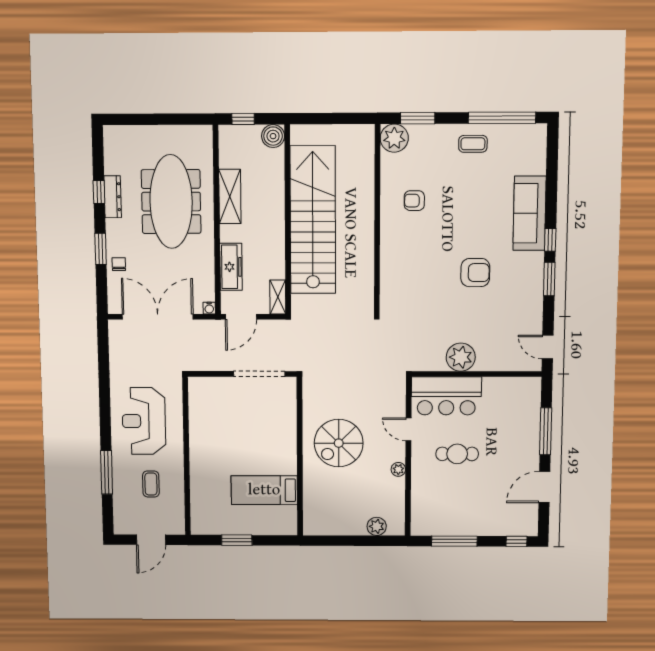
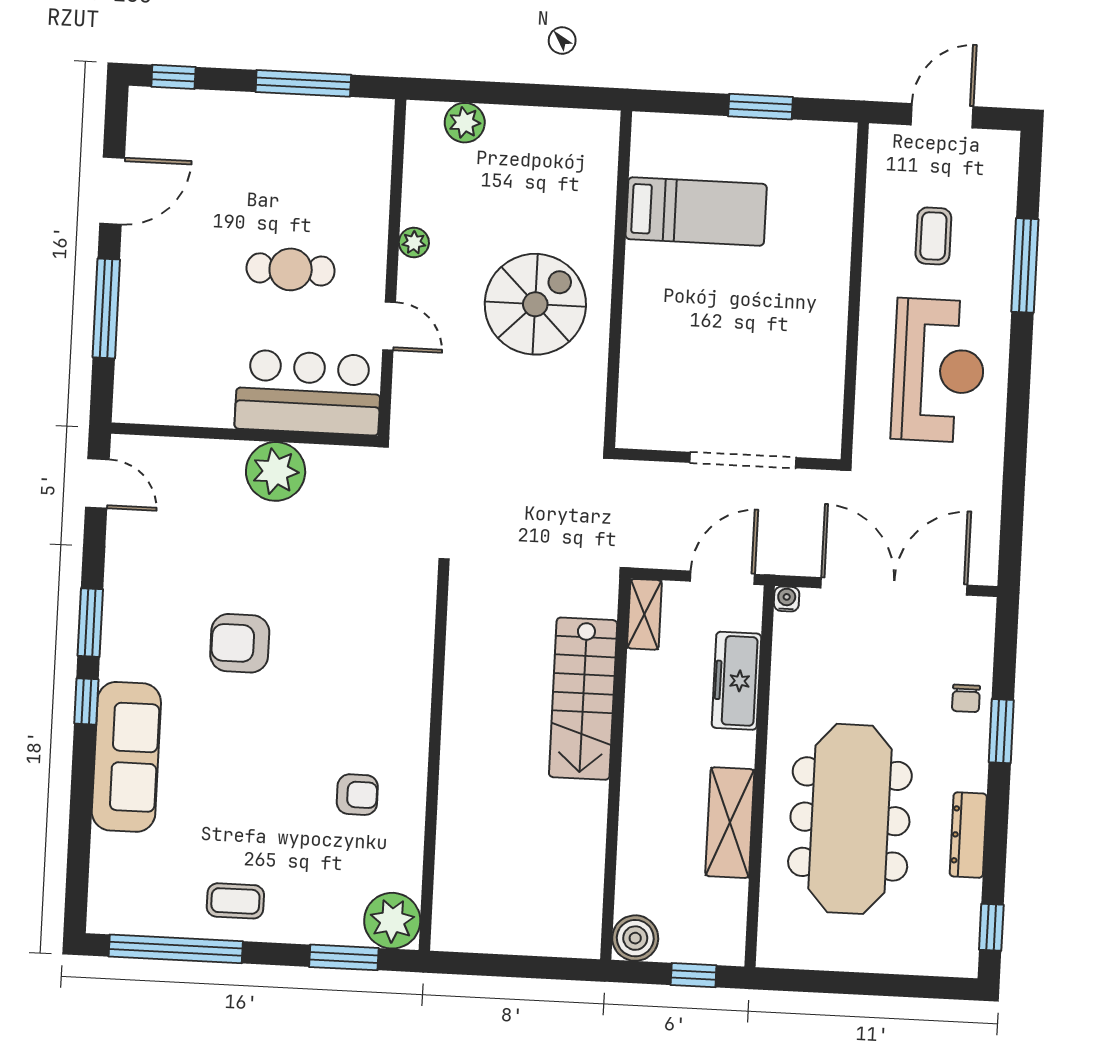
window: (99, 192) -> (991, 927), moved
stairs: (313, 220) -> (583, 699), width x0.54, depth x0.66
double door: (158, 317) -> (894, 586), swing flipped
doorway: (259, 374) -> (743, 460), moved

